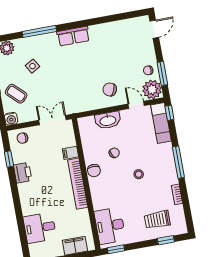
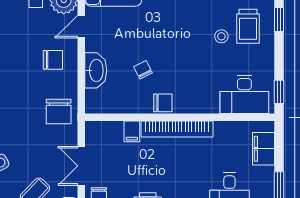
chair: (110, 89) -> (53, 60), turned -113
chair: (75, 100) -> (59, 111), added
double door: (53, 120) -> (81, 166), moved
stool: (139, 174) -> (221, 36), moved

